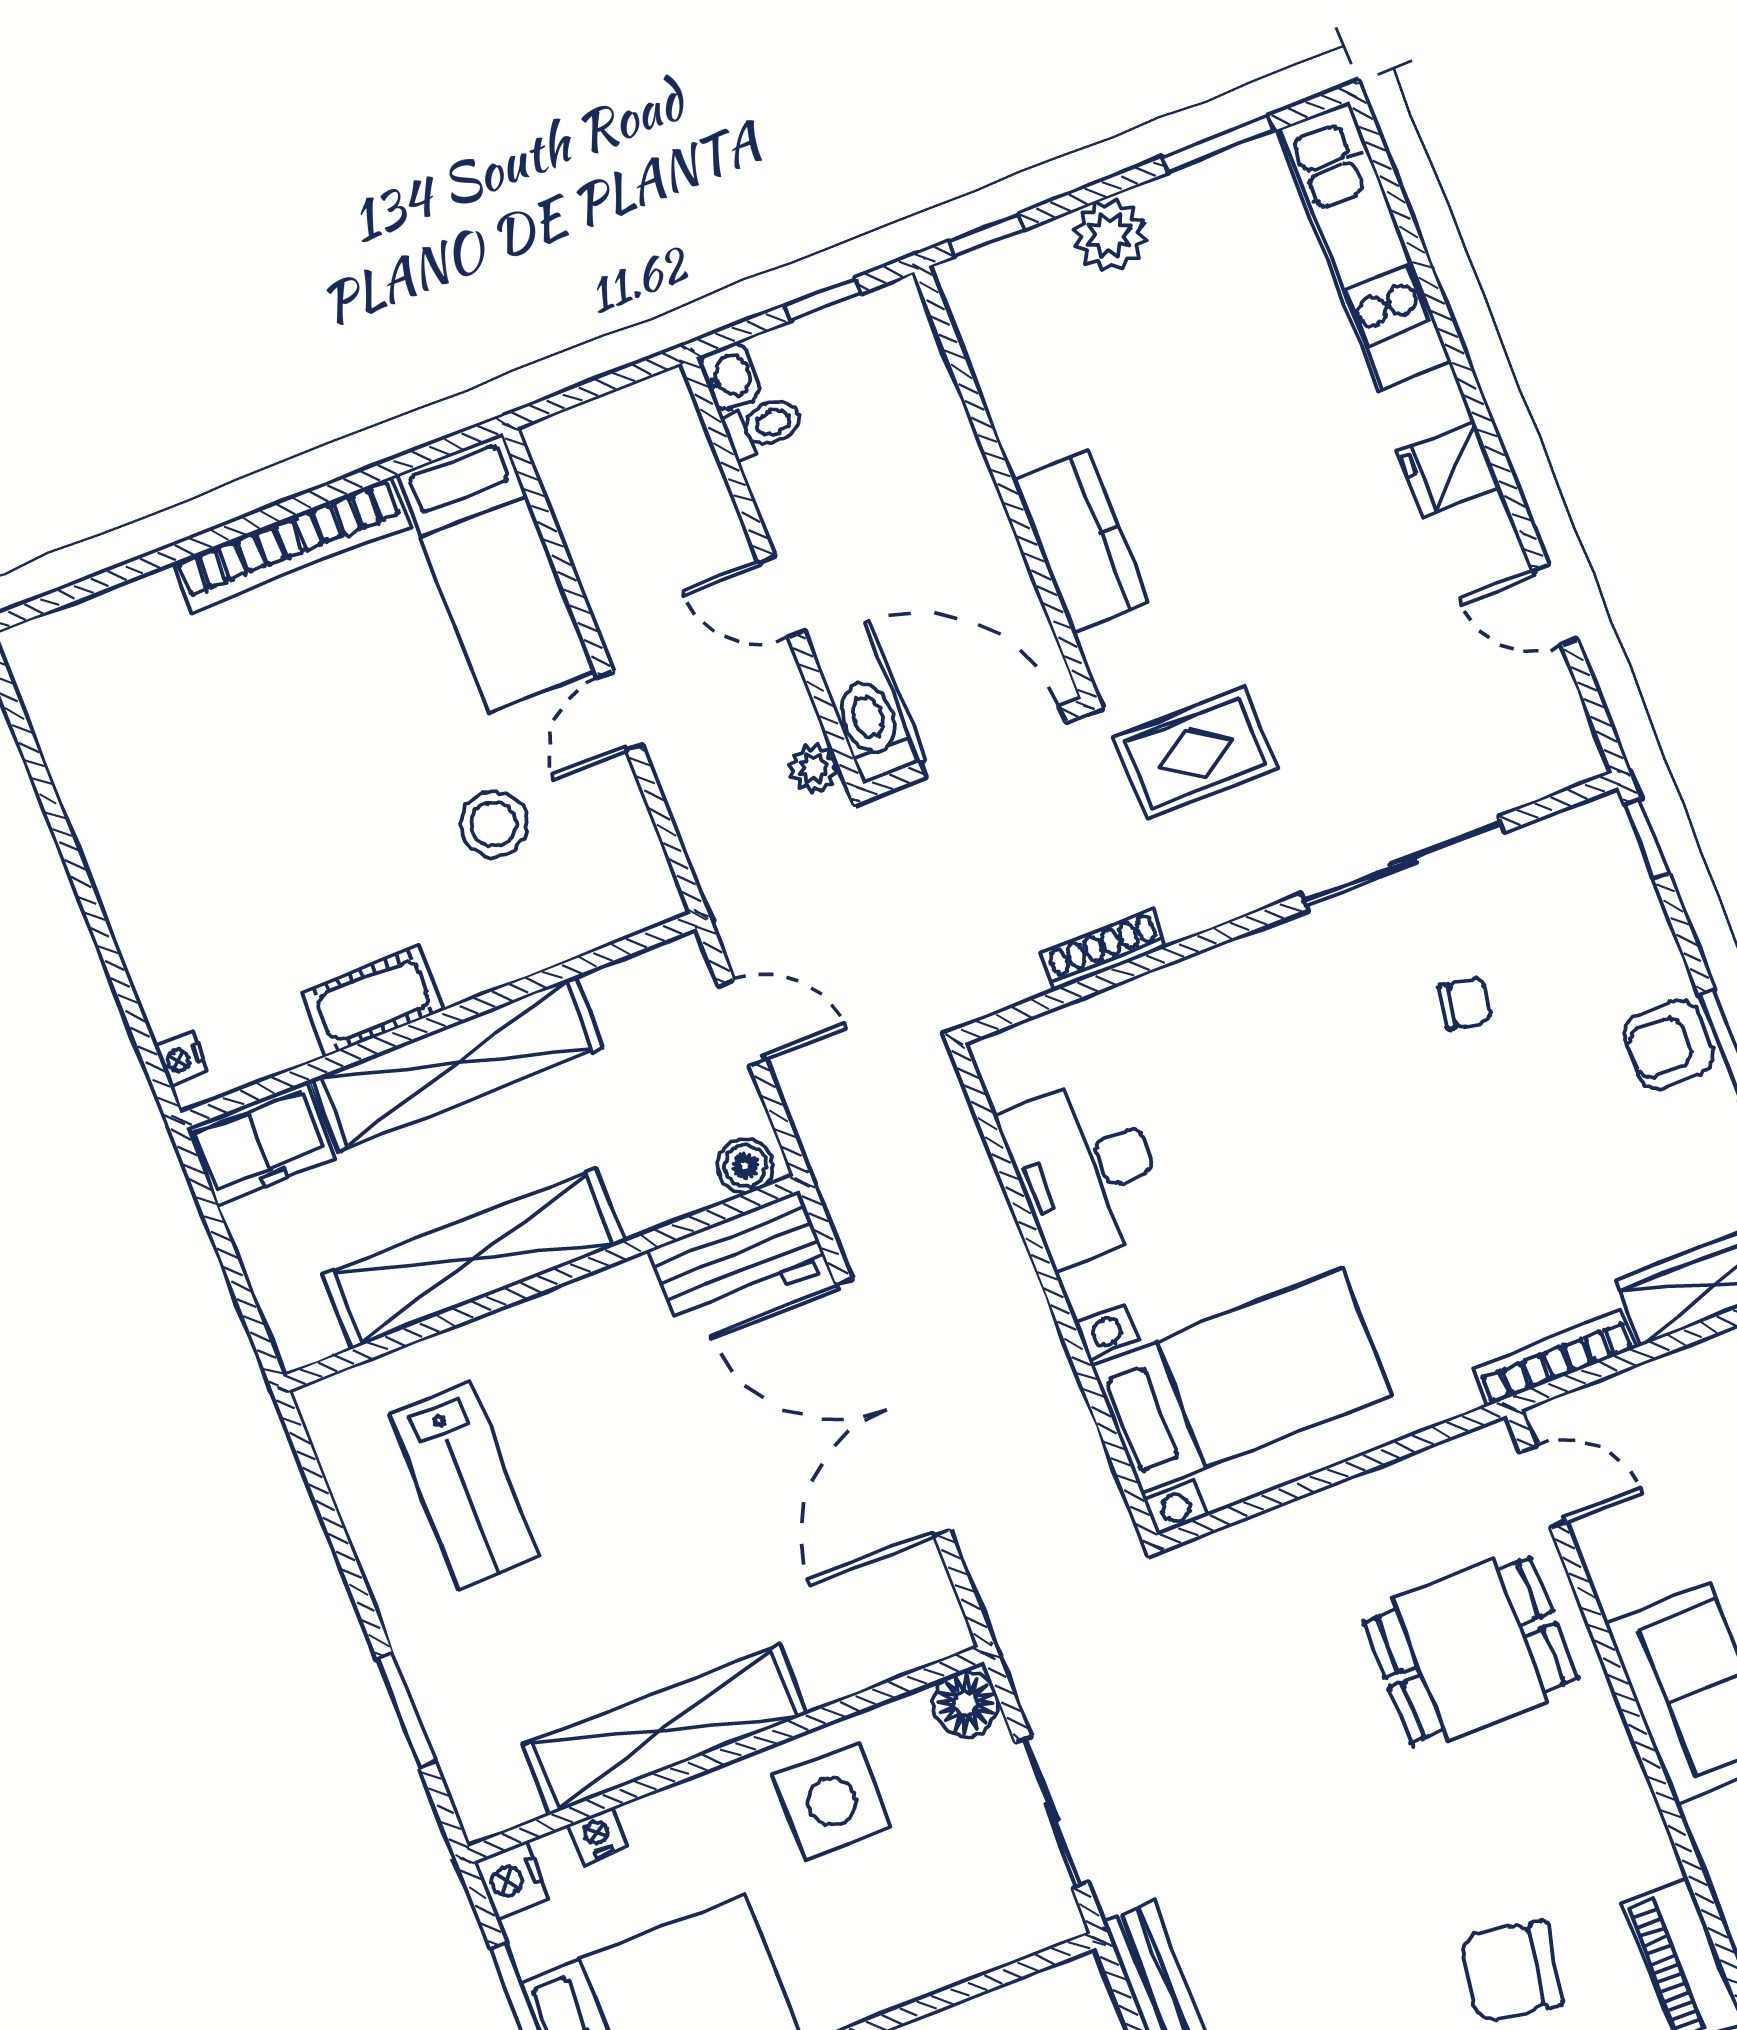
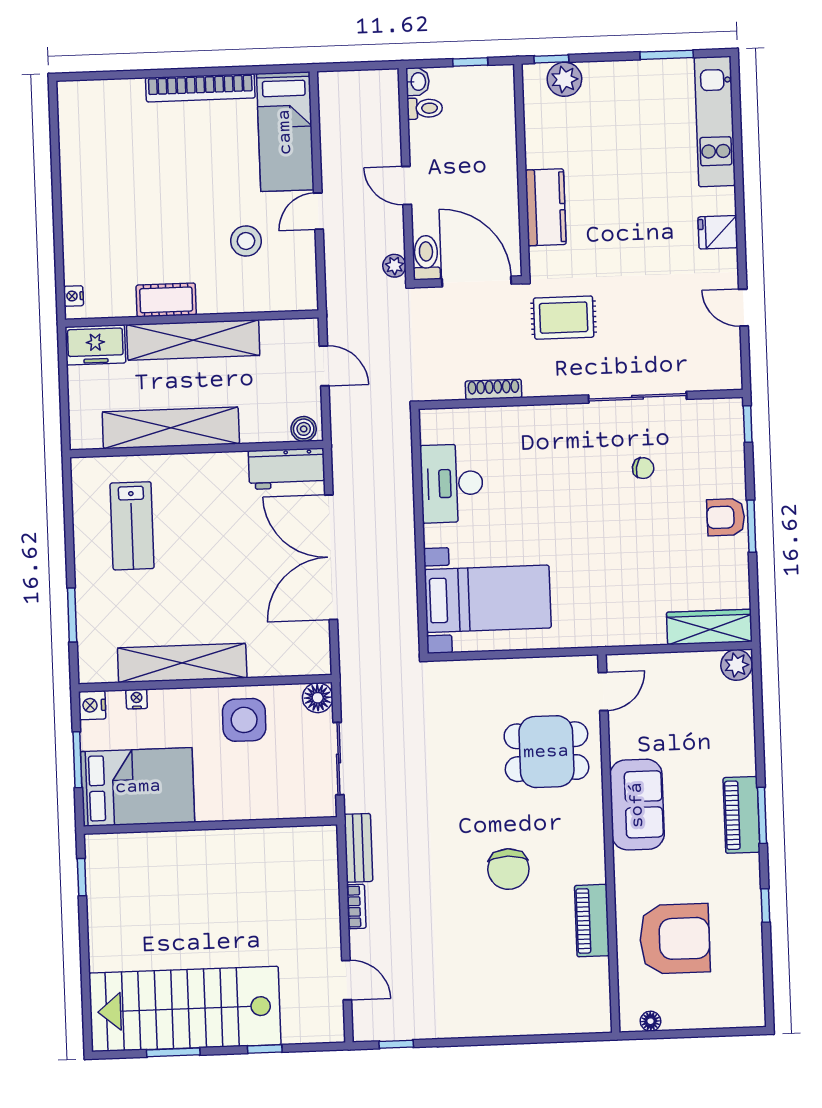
plant: (1109, 235) -> (564, 79), moved
bookcase: (1555, 1358) -> (628, 637), removed
door: (1543, 1487) -> (603, 691), hinge flipped
chair: (1512, 1971) -> (508, 869), moved, turned -100

